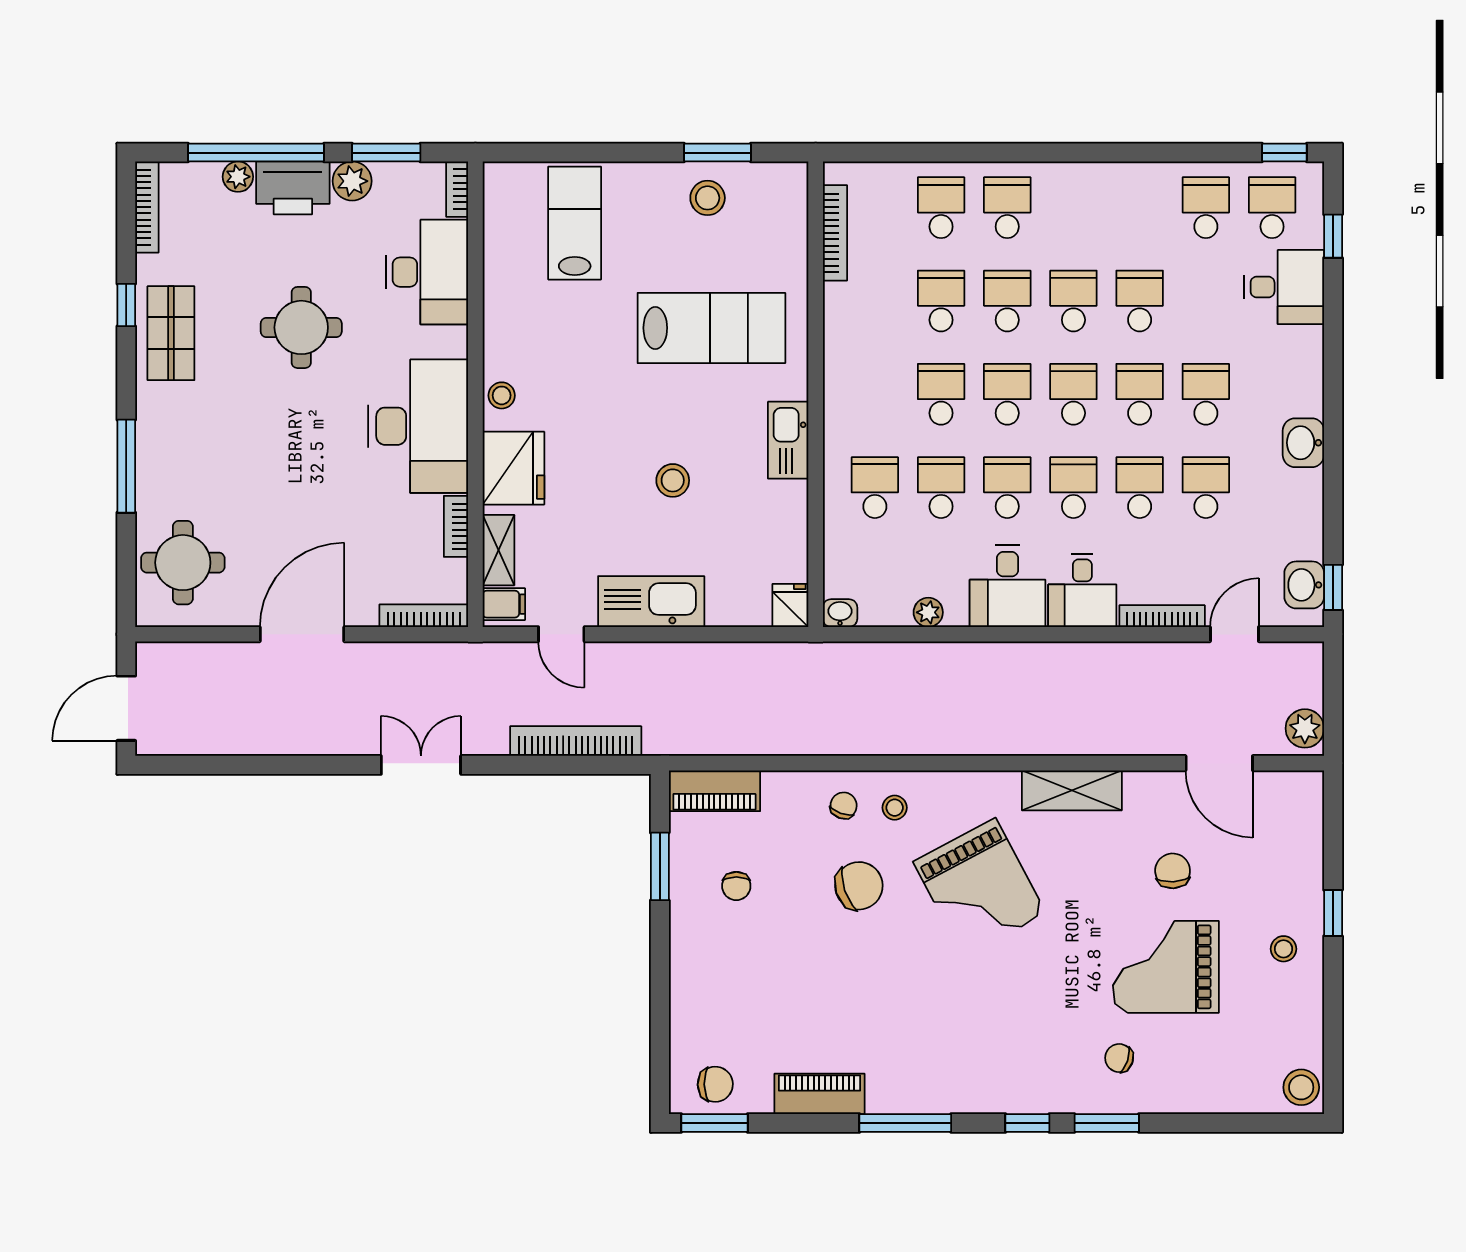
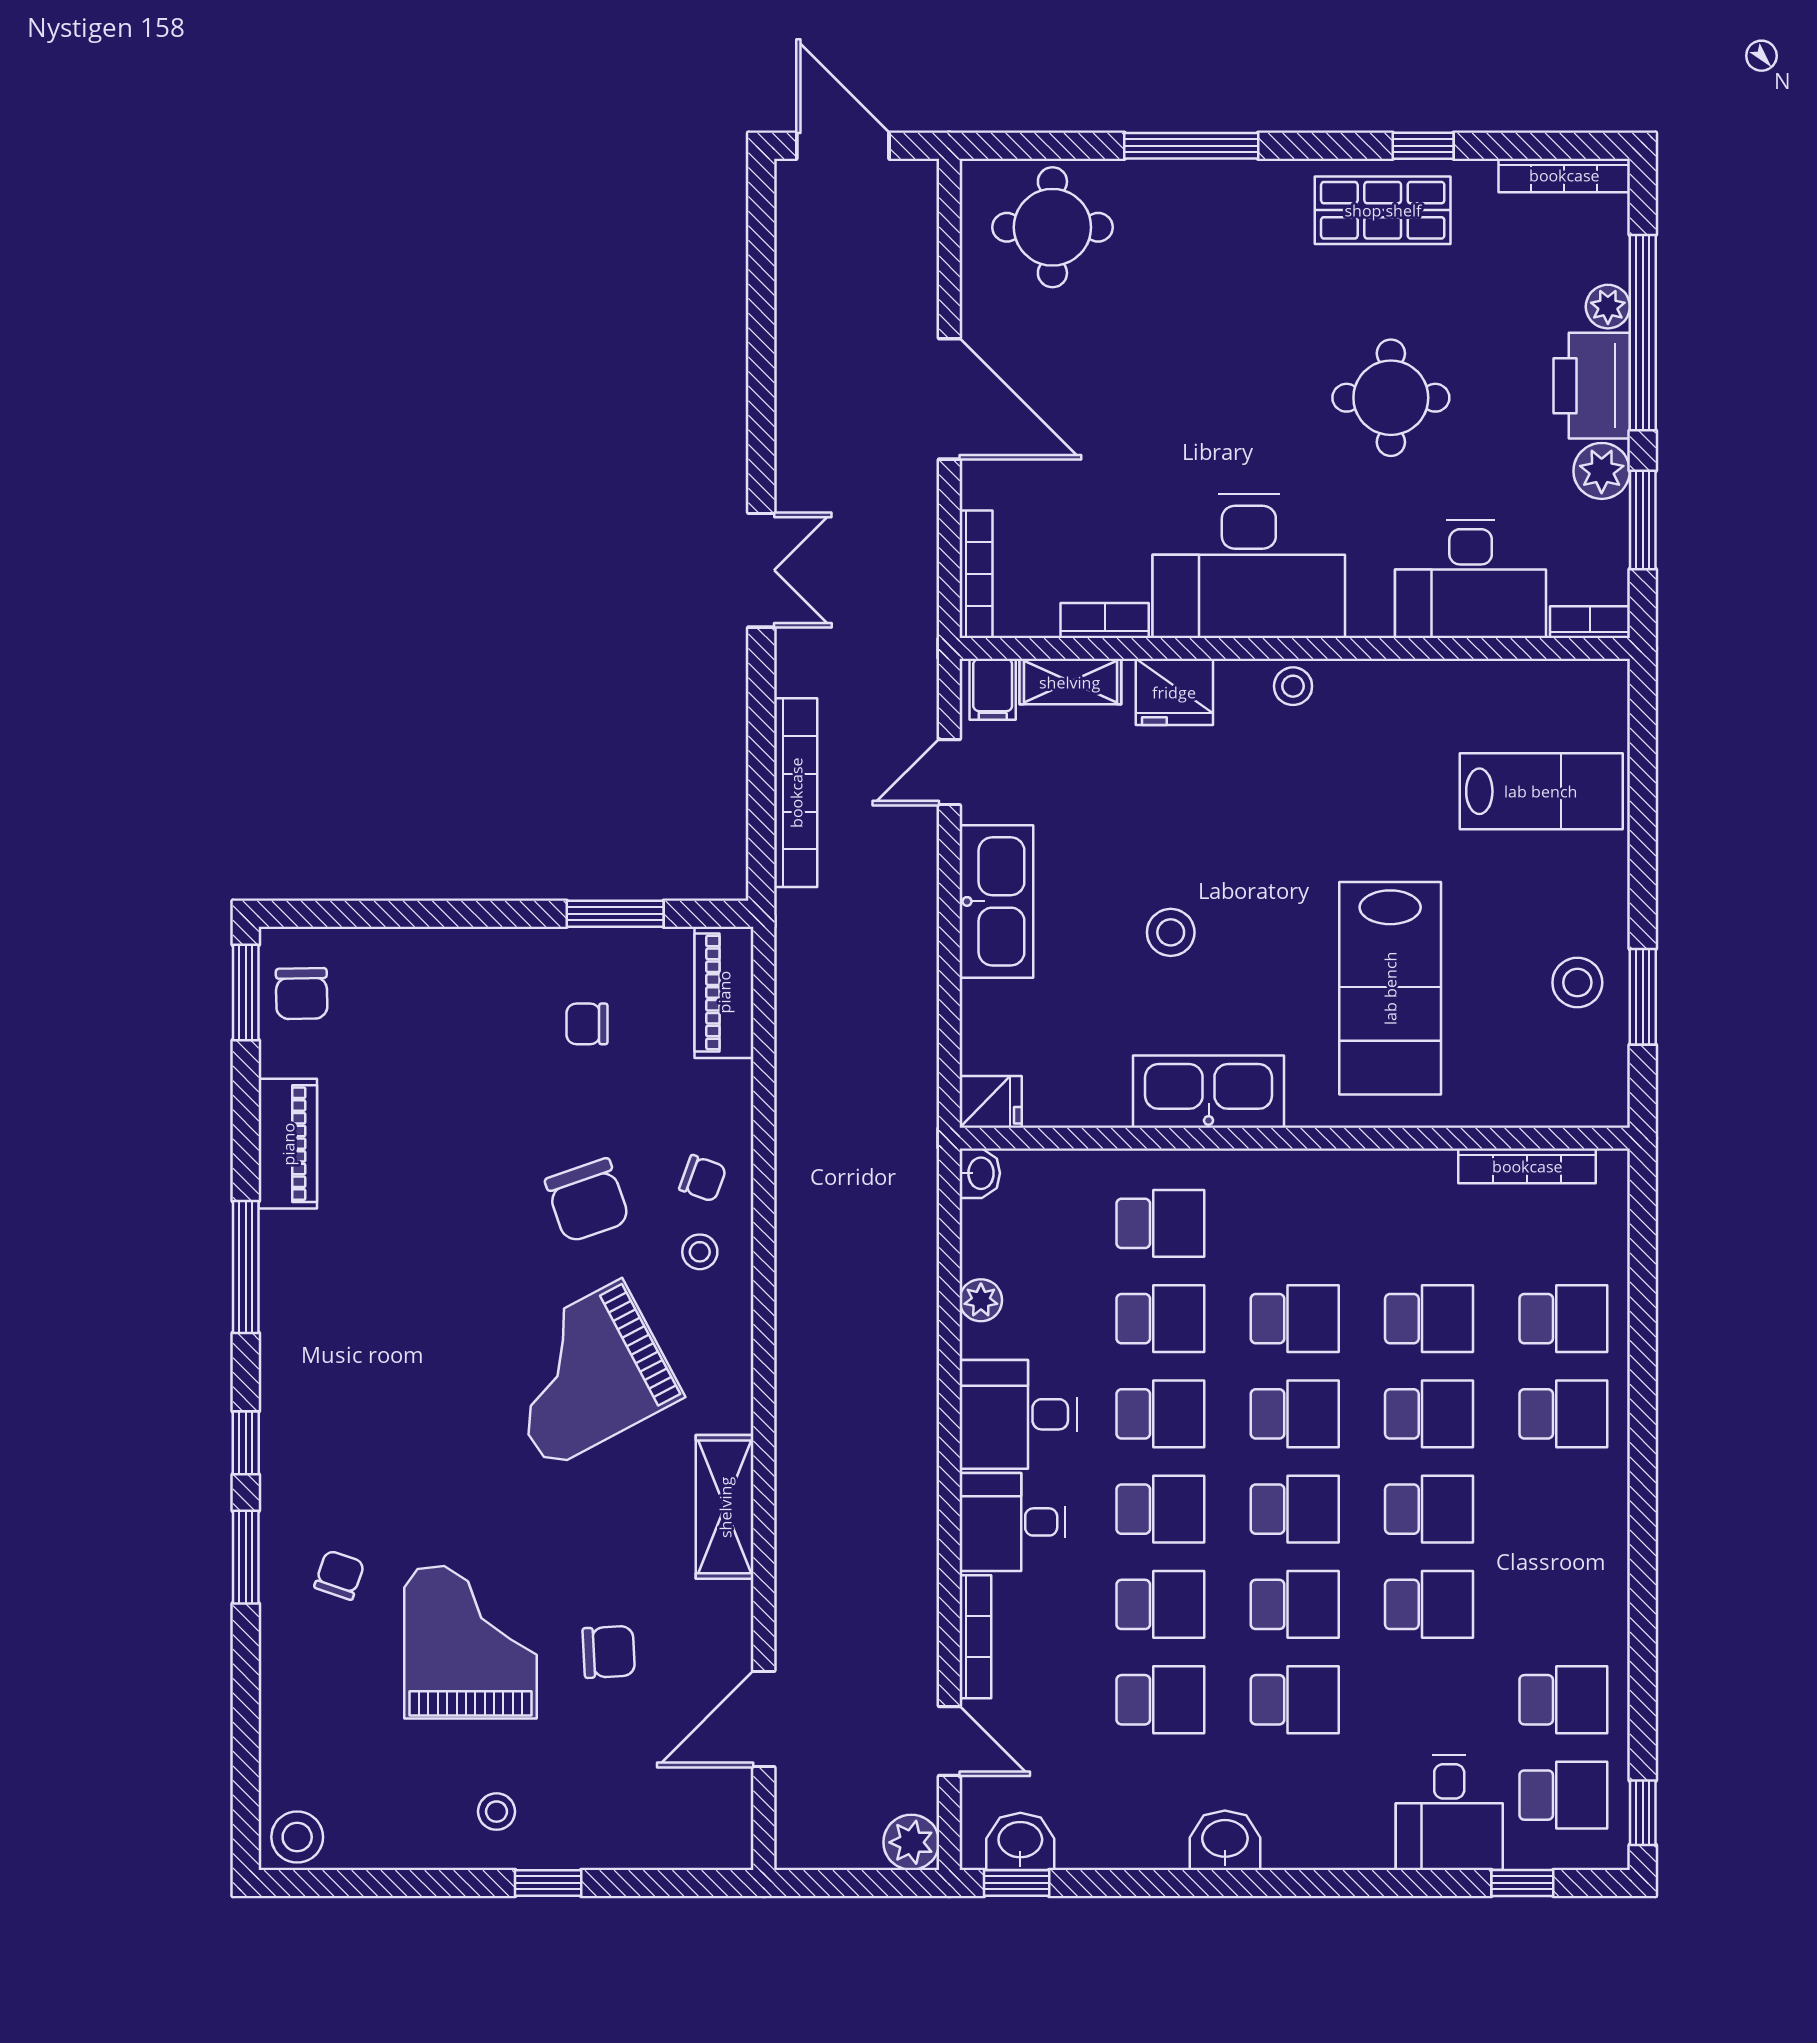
kitchen sink: (788, 440) -> (1209, 1092), width x1.36, depth x1.24
fridge: (513, 468) -> (1174, 692), width x0.73, depth x0.75
plant: (1305, 728) -> (911, 1842), moved

